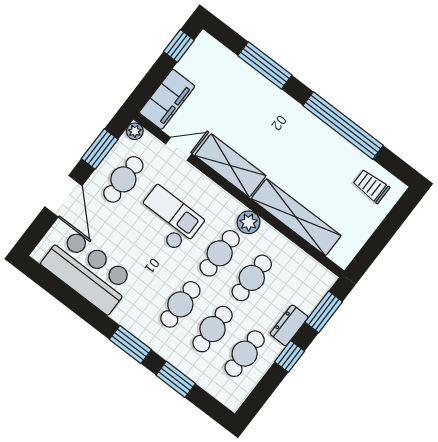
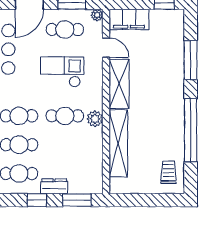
checkout: (168, 219) -> (62, 72), turned -90
cafe table: (252, 278) -> (65, 145), removed

